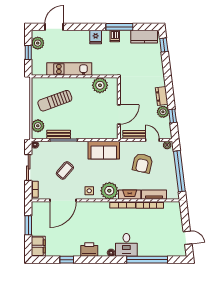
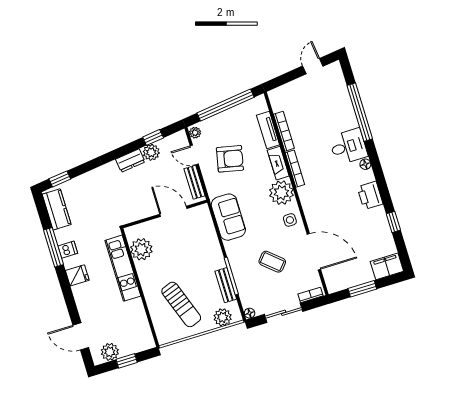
kitchen unit: (69, 69) -> (123, 268), moved
door: (152, 140) -> (194, 155), hinge flipped

